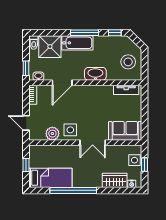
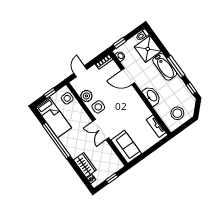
side table: (134, 160) -> (67, 98), moved

